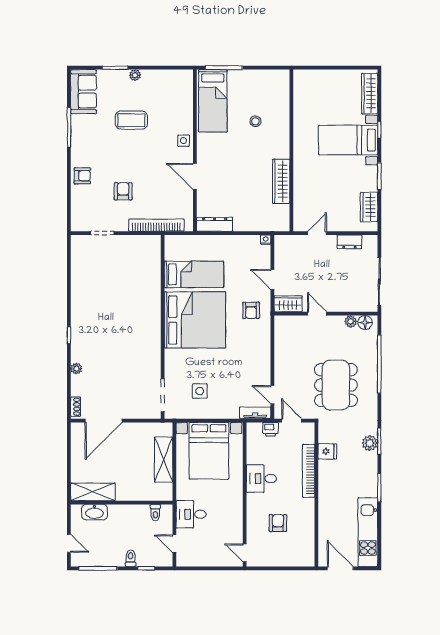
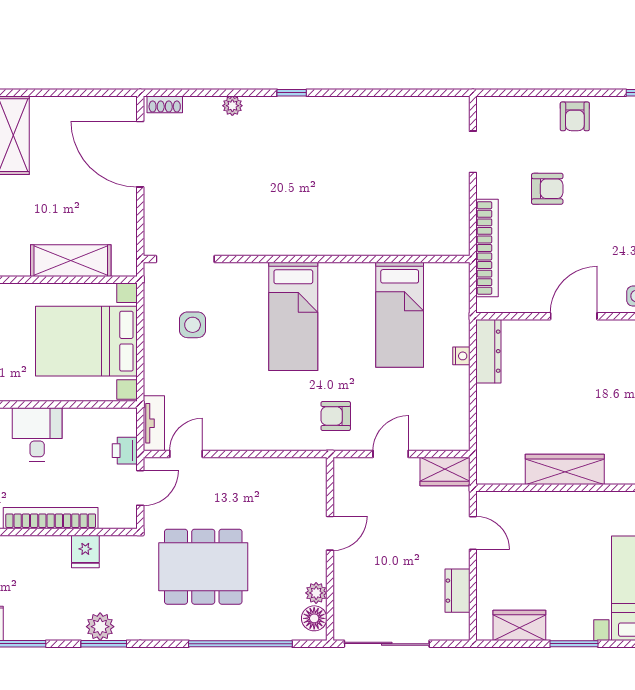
nightstand: (266, 240) -> (461, 356), moved
wardrobe: (288, 304) -> (445, 471), moved, turned 90
bed: (195, 320) -> (293, 316), width x0.49

